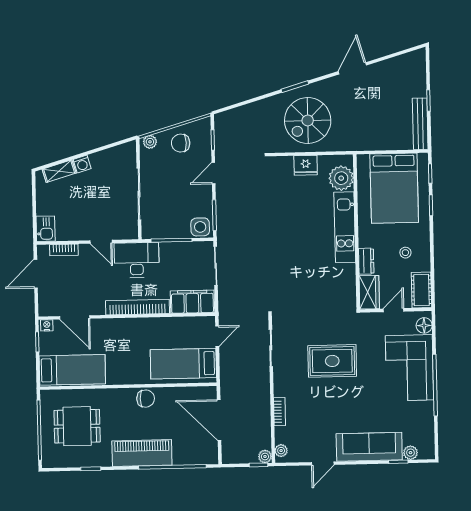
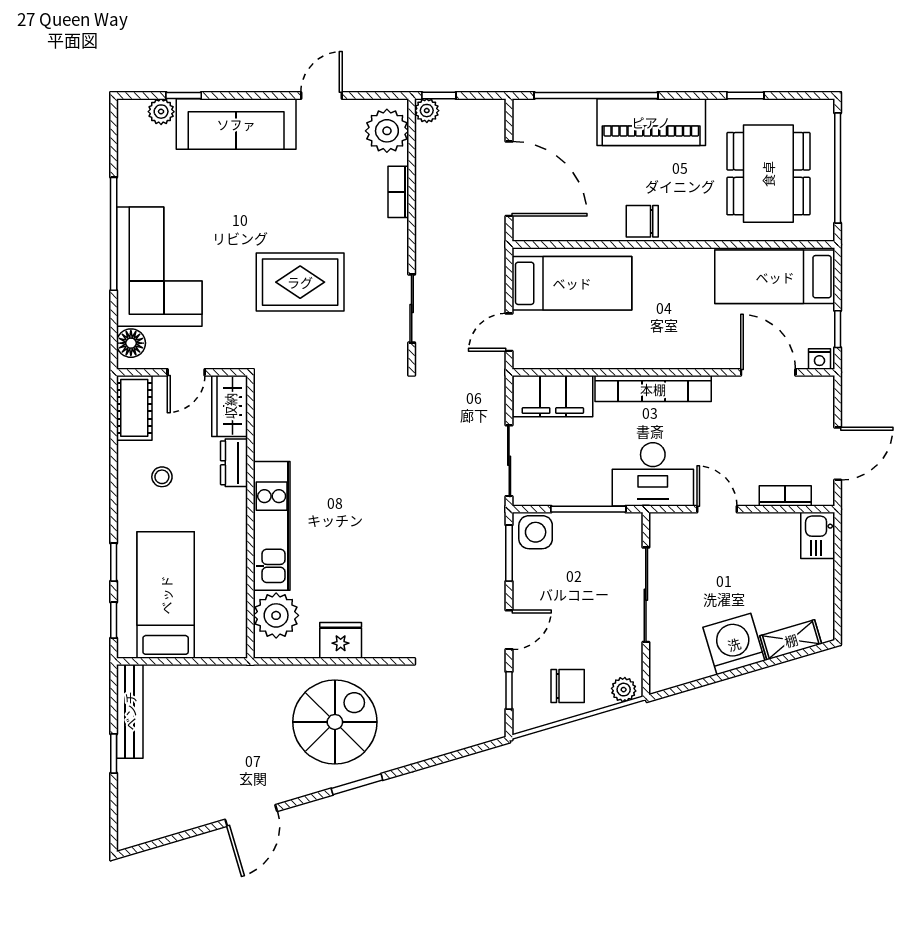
washing machine: (82, 164) -> (734, 644), width x1.89, depth x1.89
bed: (394, 188) -> (166, 595), width x0.67
dining table: (77, 426) -> (768, 174), width x1.38
plant: (281, 451) -> (387, 131), width x1.88, depth x1.88

